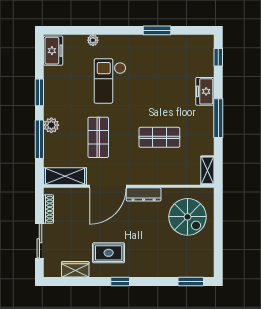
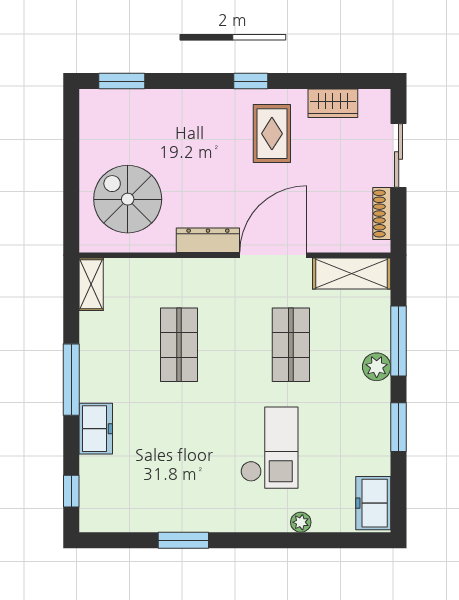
shop shelf: (159, 137) -> (179, 345), turned 90
rug: (109, 253) -> (272, 134), turned 90

